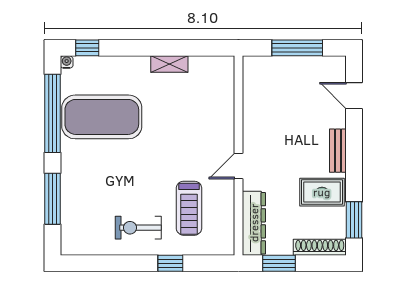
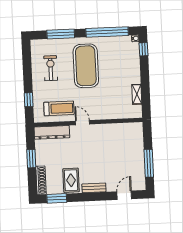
exercise mat: (102, 117) -> (86, 66), moved
wall: (239, 156) -> (88, 122), moved
door: (239, 166) -> (83, 123), moved
treadmill: (189, 208) -> (59, 108), turned 180
dresser: (254, 223) -> (52, 132), moved
exercise bike: (138, 228) -> (51, 68), moved

